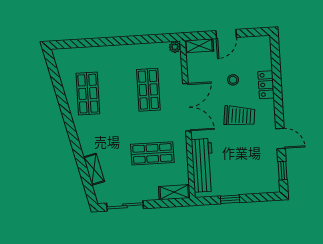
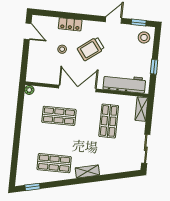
door: (226, 34) -> (28, 31), moved
shelving: (199, 46) -> (31, 71), removed
window: (53, 71) -> (33, 187), added
trolley: (239, 116) -> (91, 49), turned -134
shelving: (94, 169) -> (87, 172), moved
stool: (265, 180) -> (144, 37), added

